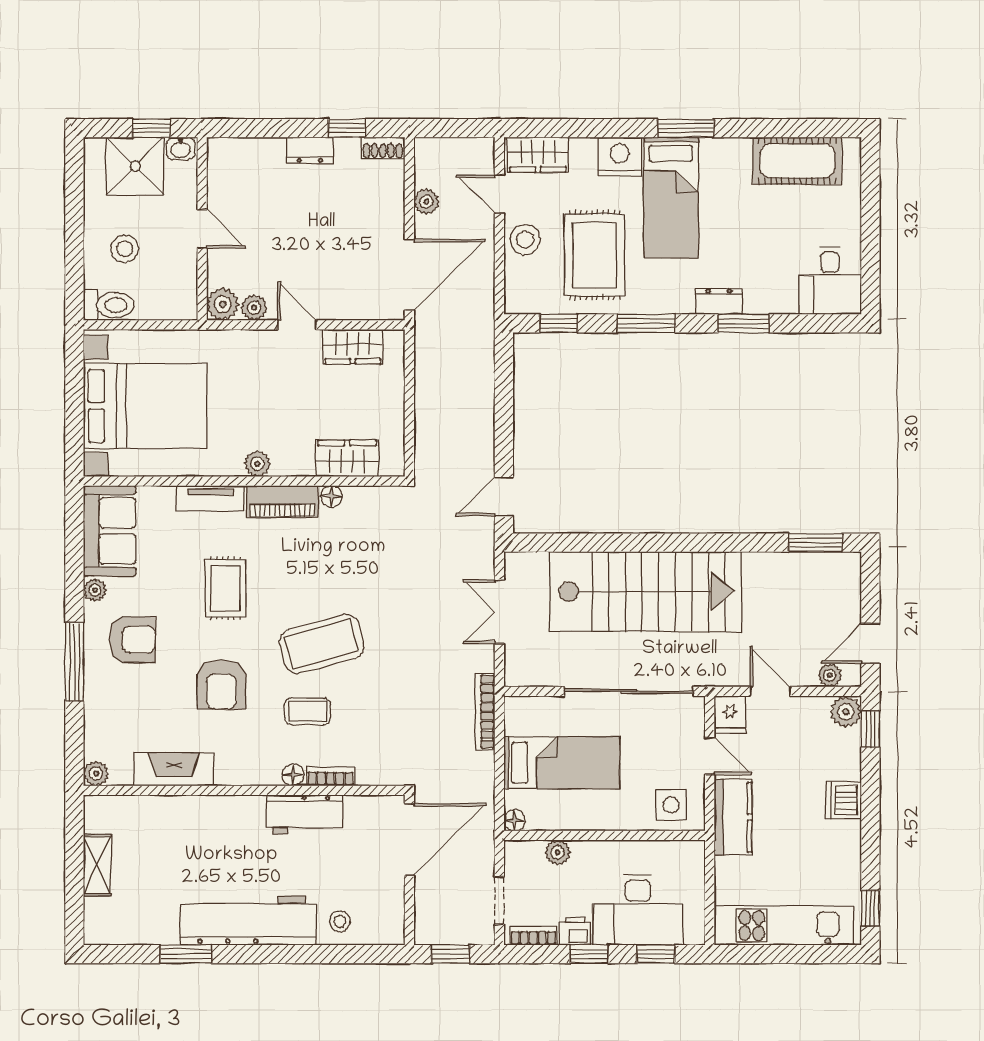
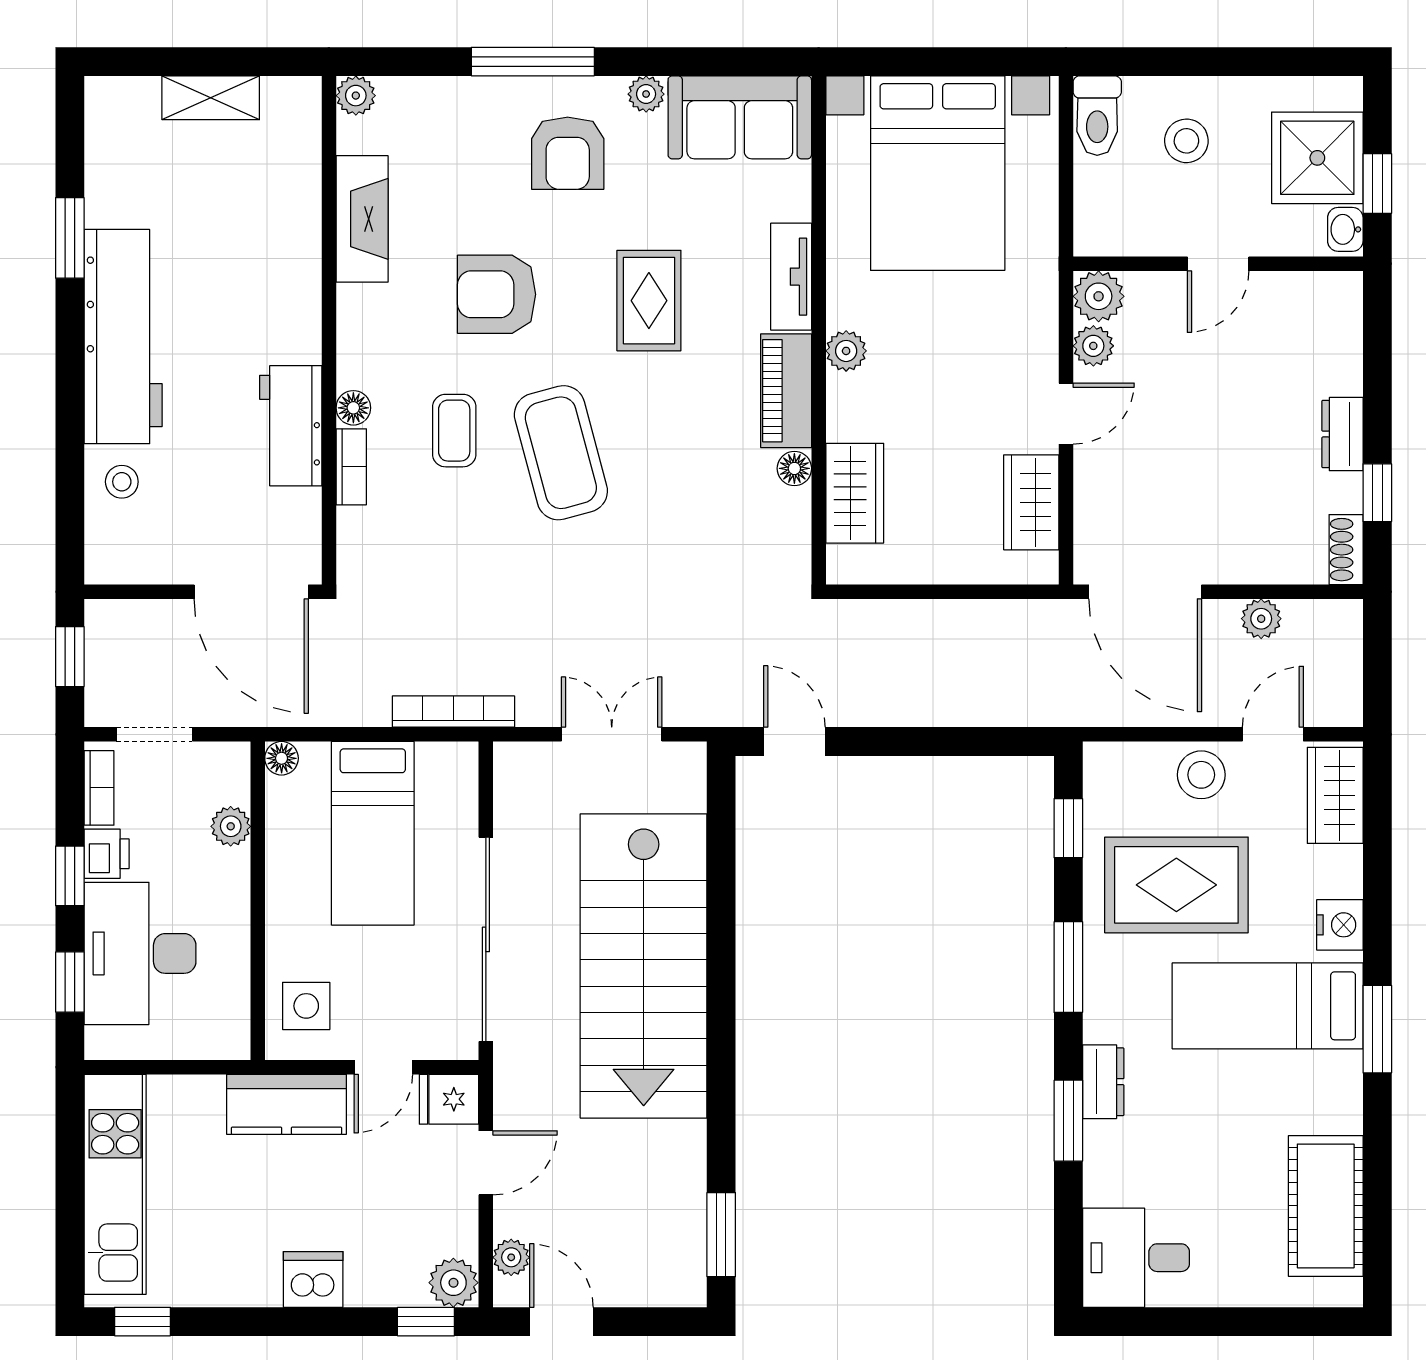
nightstand: (620, 157) -> (1340, 925), width x0.74, depth x0.75
rug: (225, 588) -> (649, 301), turned 90

